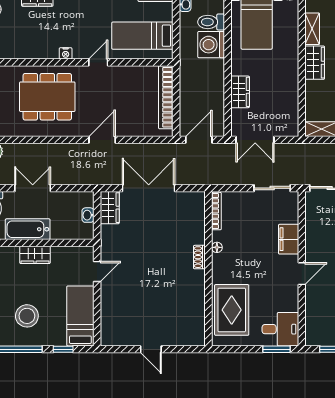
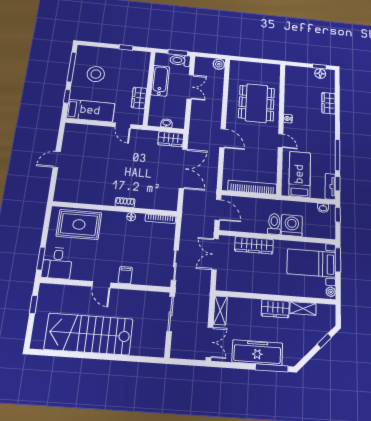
toilet: (211, 22) -> (274, 224), moved
wardrobe: (240, 92) -> (254, 245), width x1.50
filing cabinet: (289, 239) -> (125, 275), width x0.50
wardrobe: (35, 255) -> (139, 98), moved

